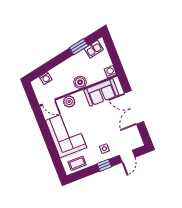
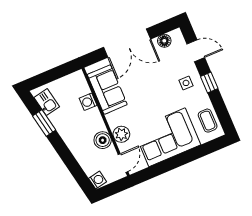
washing machine: (110, 72) -> (88, 102), moved
washing machine: (46, 78) -> (98, 180), moved
boiler: (80, 82) -> (103, 140), moved
floor lamp: (135, 134) -> (164, 41), added

